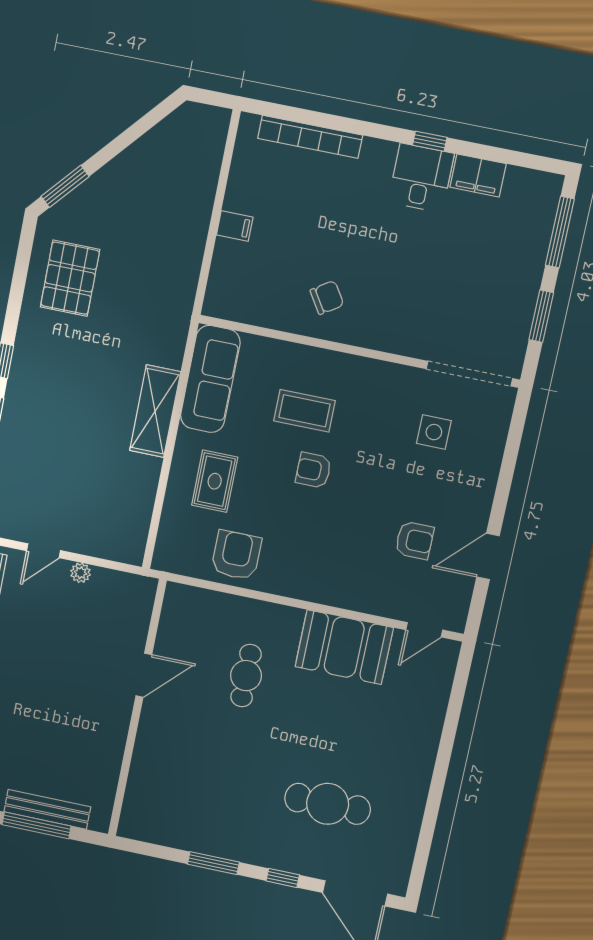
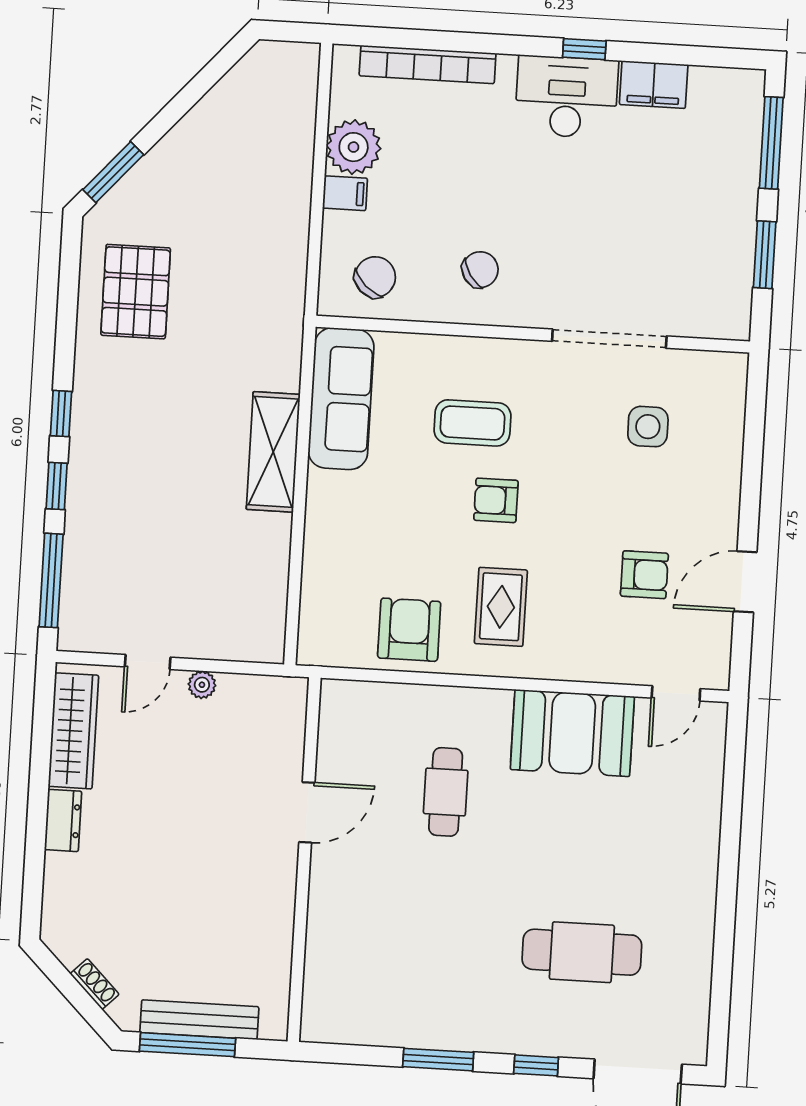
desk: (421, 178) -> (567, 97), width x1.37
plant: (246, 192) -> (354, 147), added
chair: (248, 292) -> (375, 277), added
doorway: (469, 374) -> (609, 339), moved
rug: (215, 481) -> (501, 607), moved

